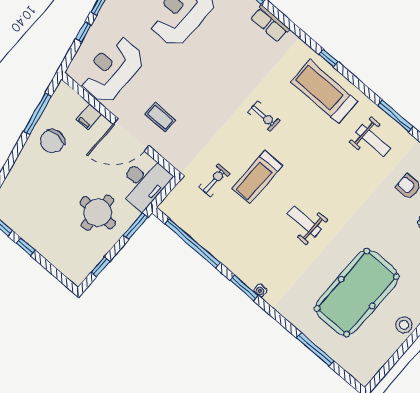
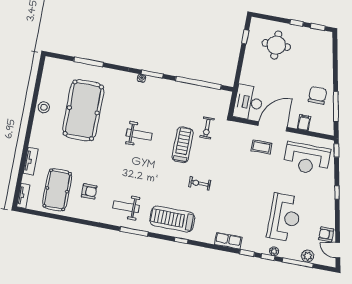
window: (83, 32) -> (336, 150), moved
reception desk: (112, 69) -> (307, 159), turned 90
treadmill: (324, 92) -> (172, 219), turned 180
window: (395, 116) -> (134, 231), moved
round table: (98, 213) -> (276, 45), moved
window: (136, 226) -> (238, 73), removed

